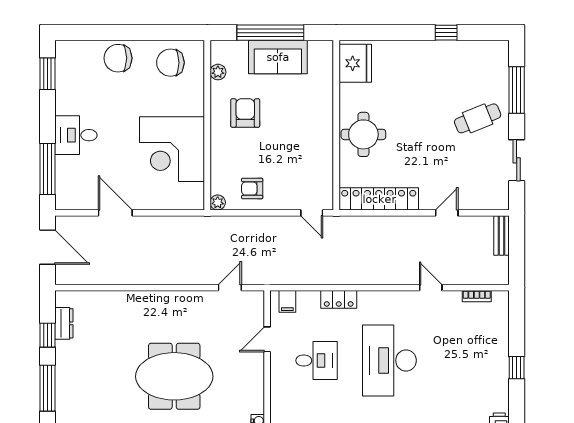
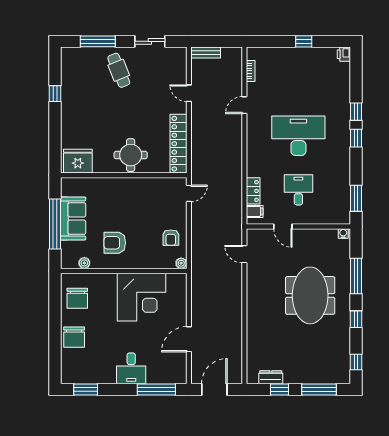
locker: (339, 299) -> (253, 191), moved
desk: (389, 360) -> (298, 136), turned 180

